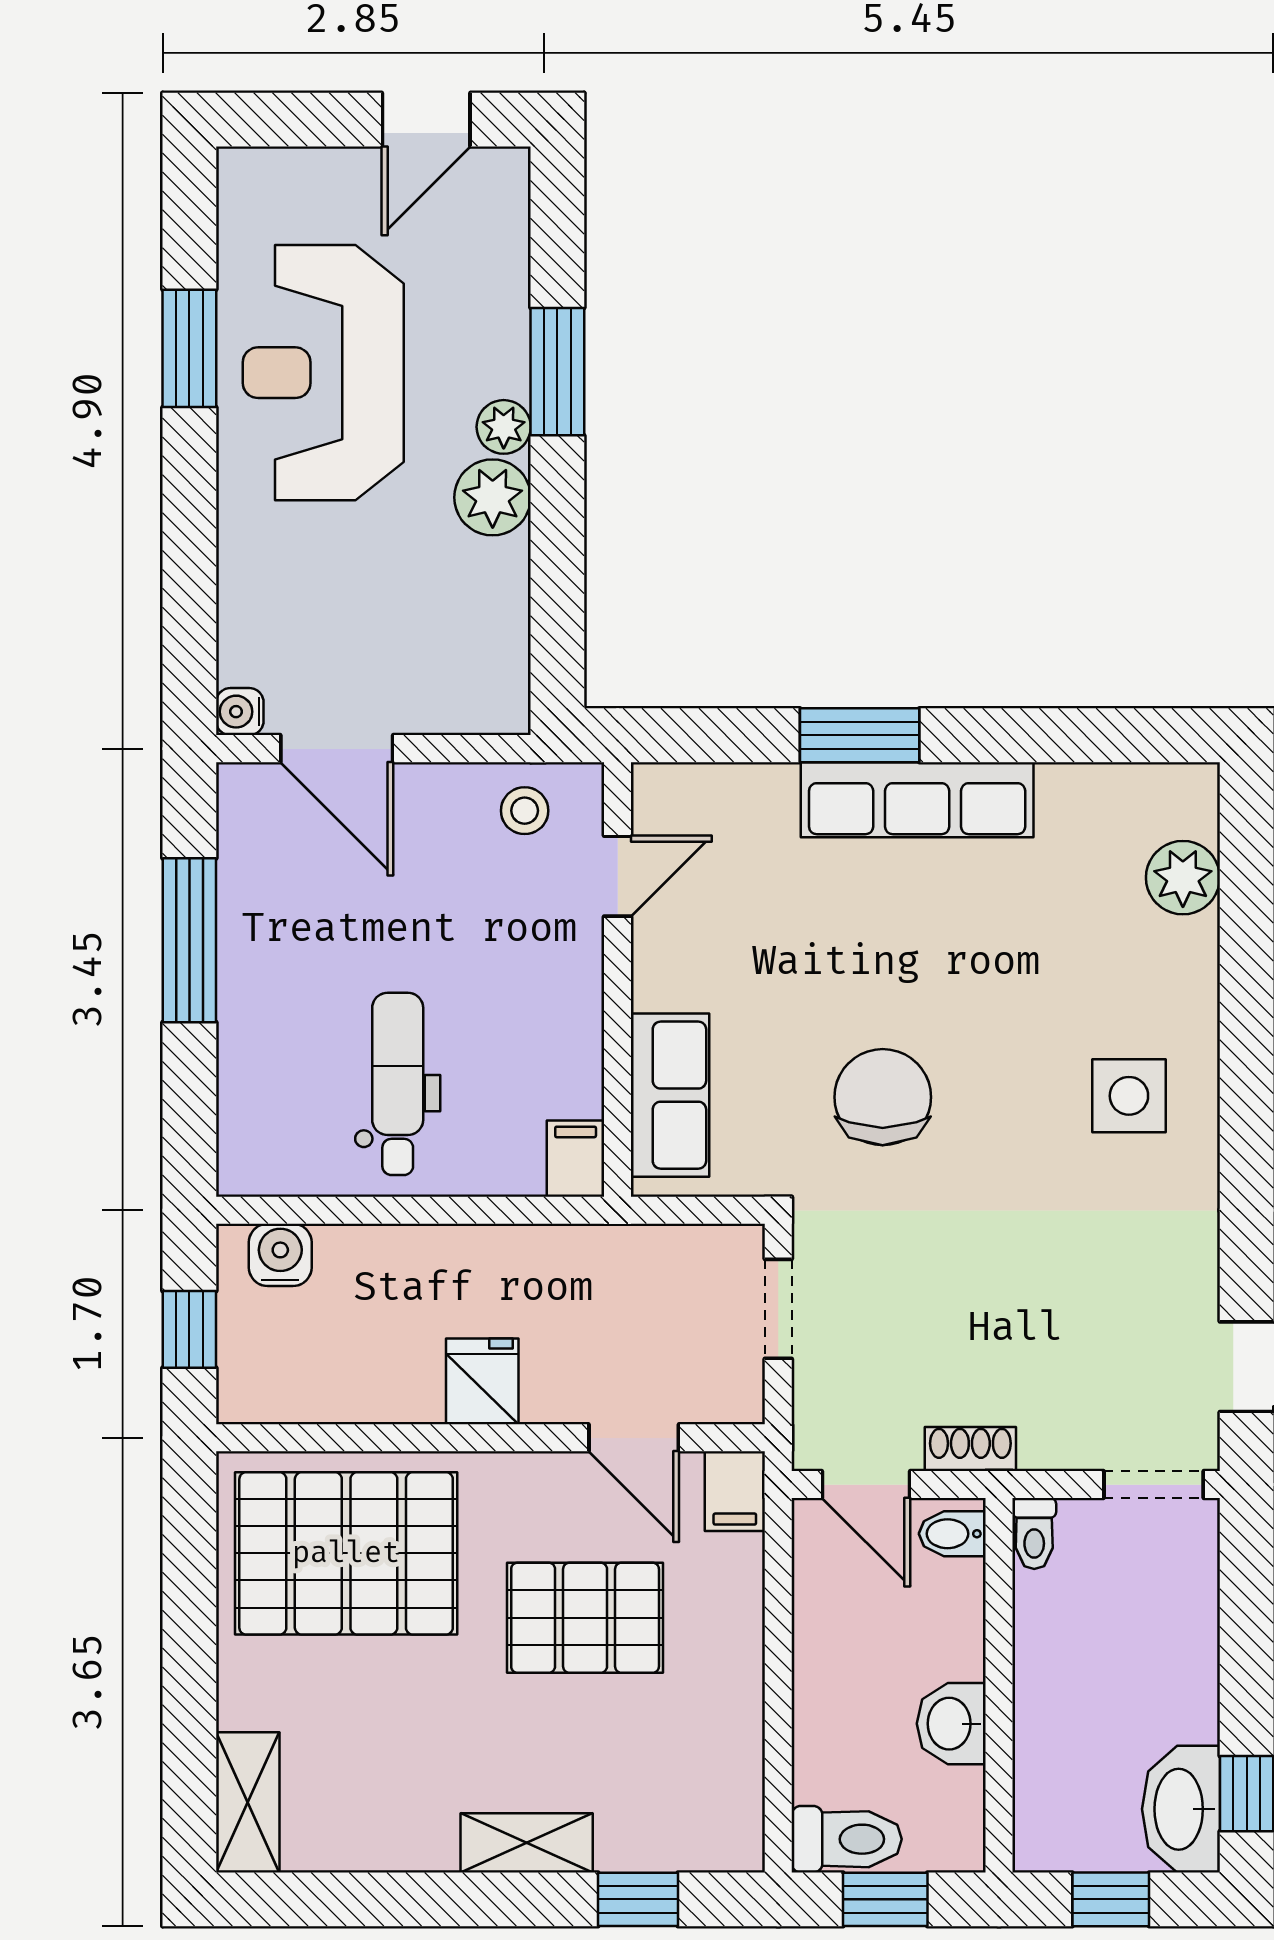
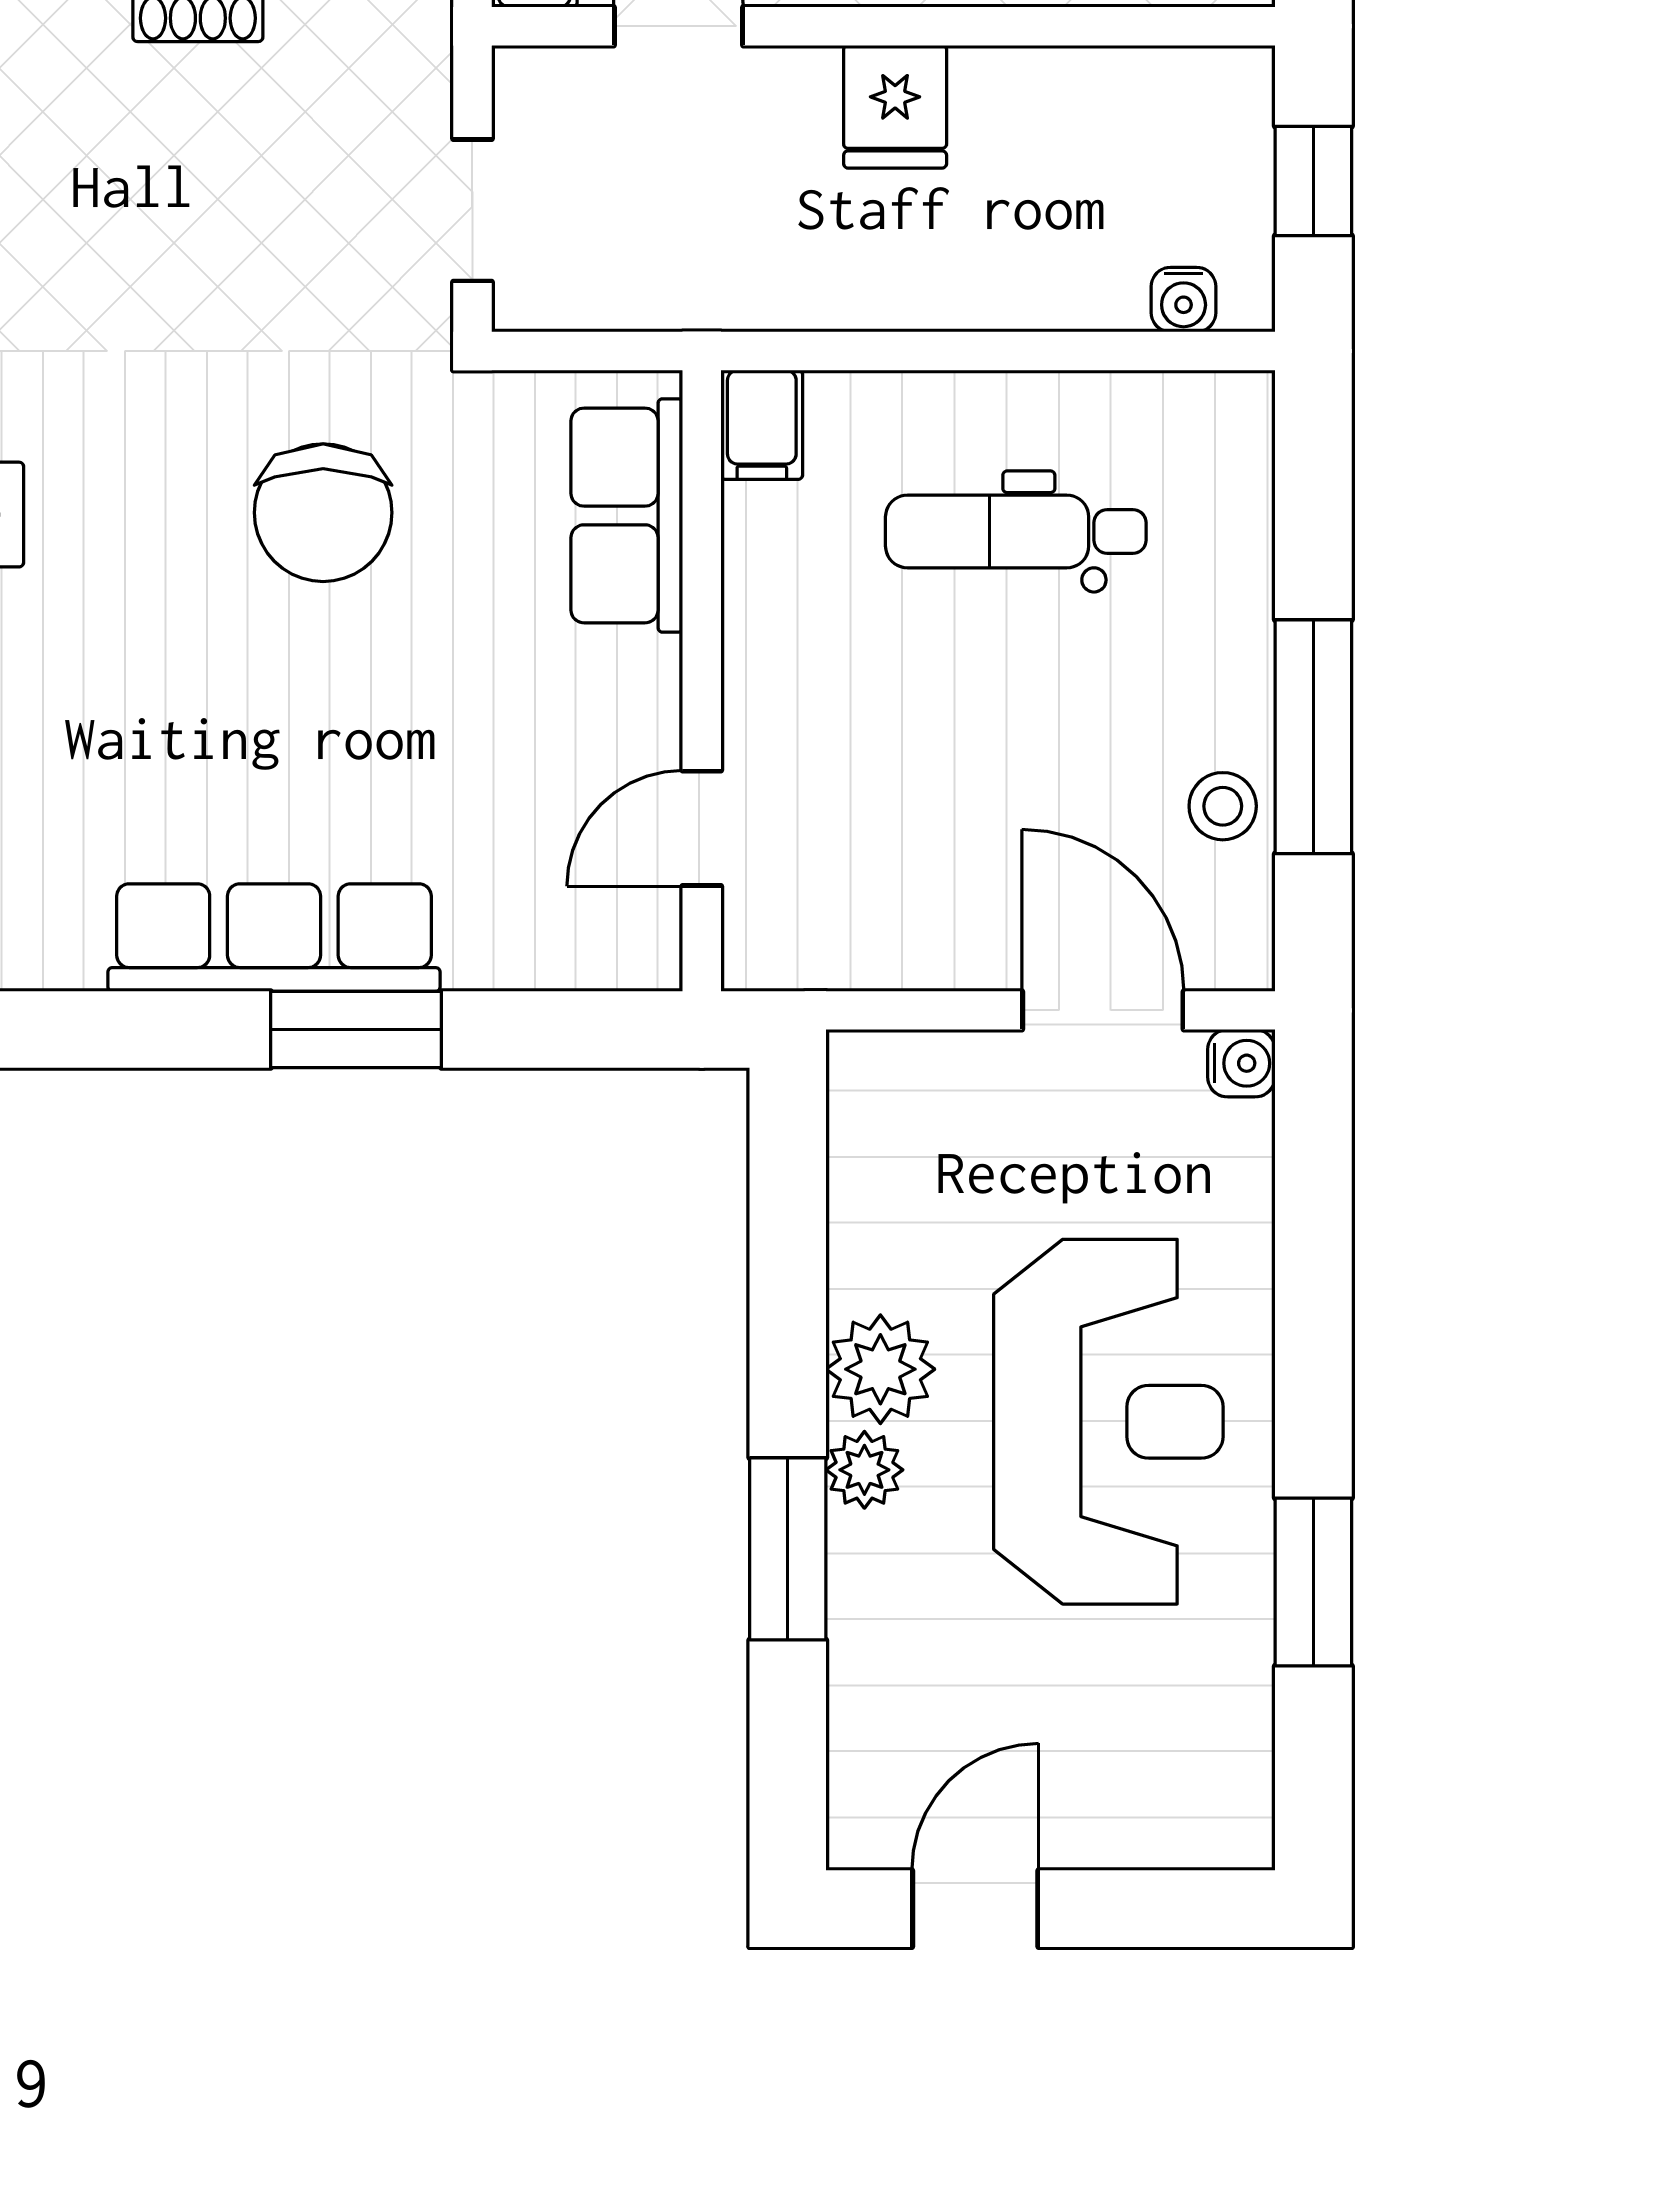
reception desk: (323, 373) -> (1108, 1422), moved
stool: (525, 811) -> (1223, 806), moved
dental chair: (398, 1084) -> (1016, 531), turned 90
water cooler: (280, 1255) -> (1184, 300), width x0.72, depth x0.72

